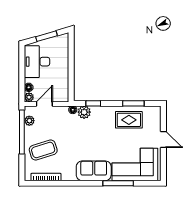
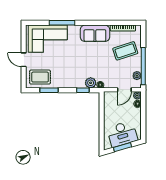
desk: (37, 62) -> (122, 134), moved, turned 74
rug: (129, 120) -> (40, 77), moved
sofa: (94, 171) -> (95, 33), moved

